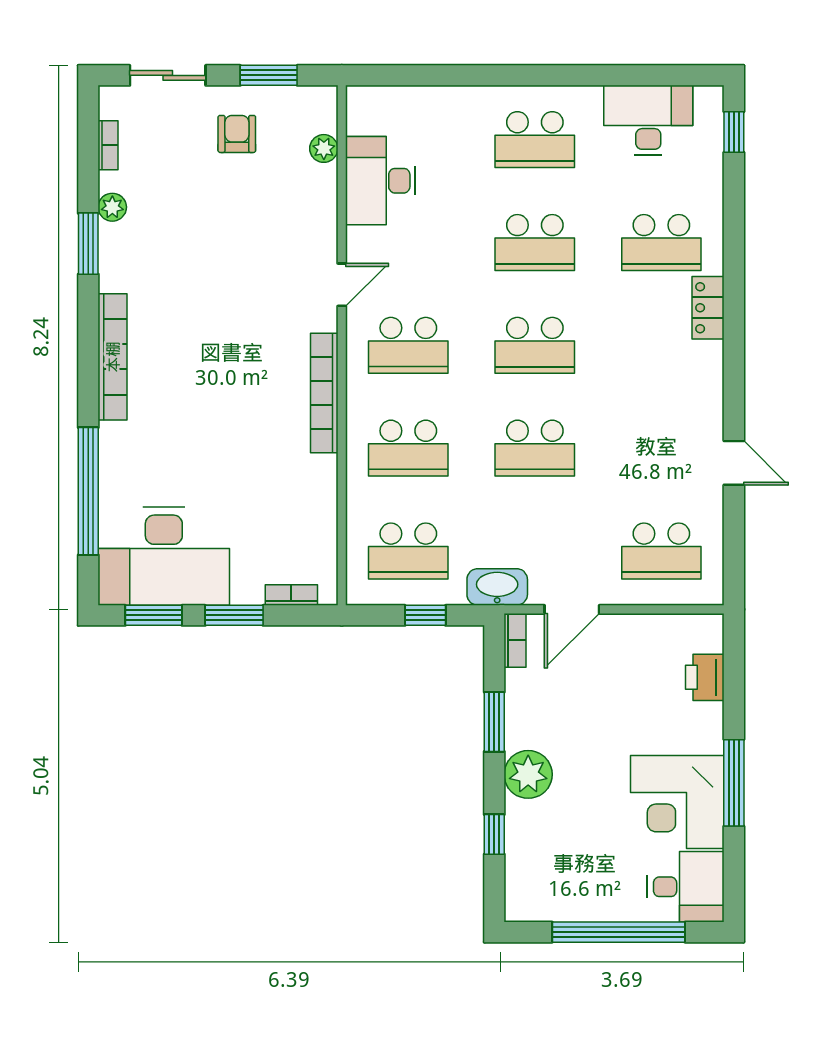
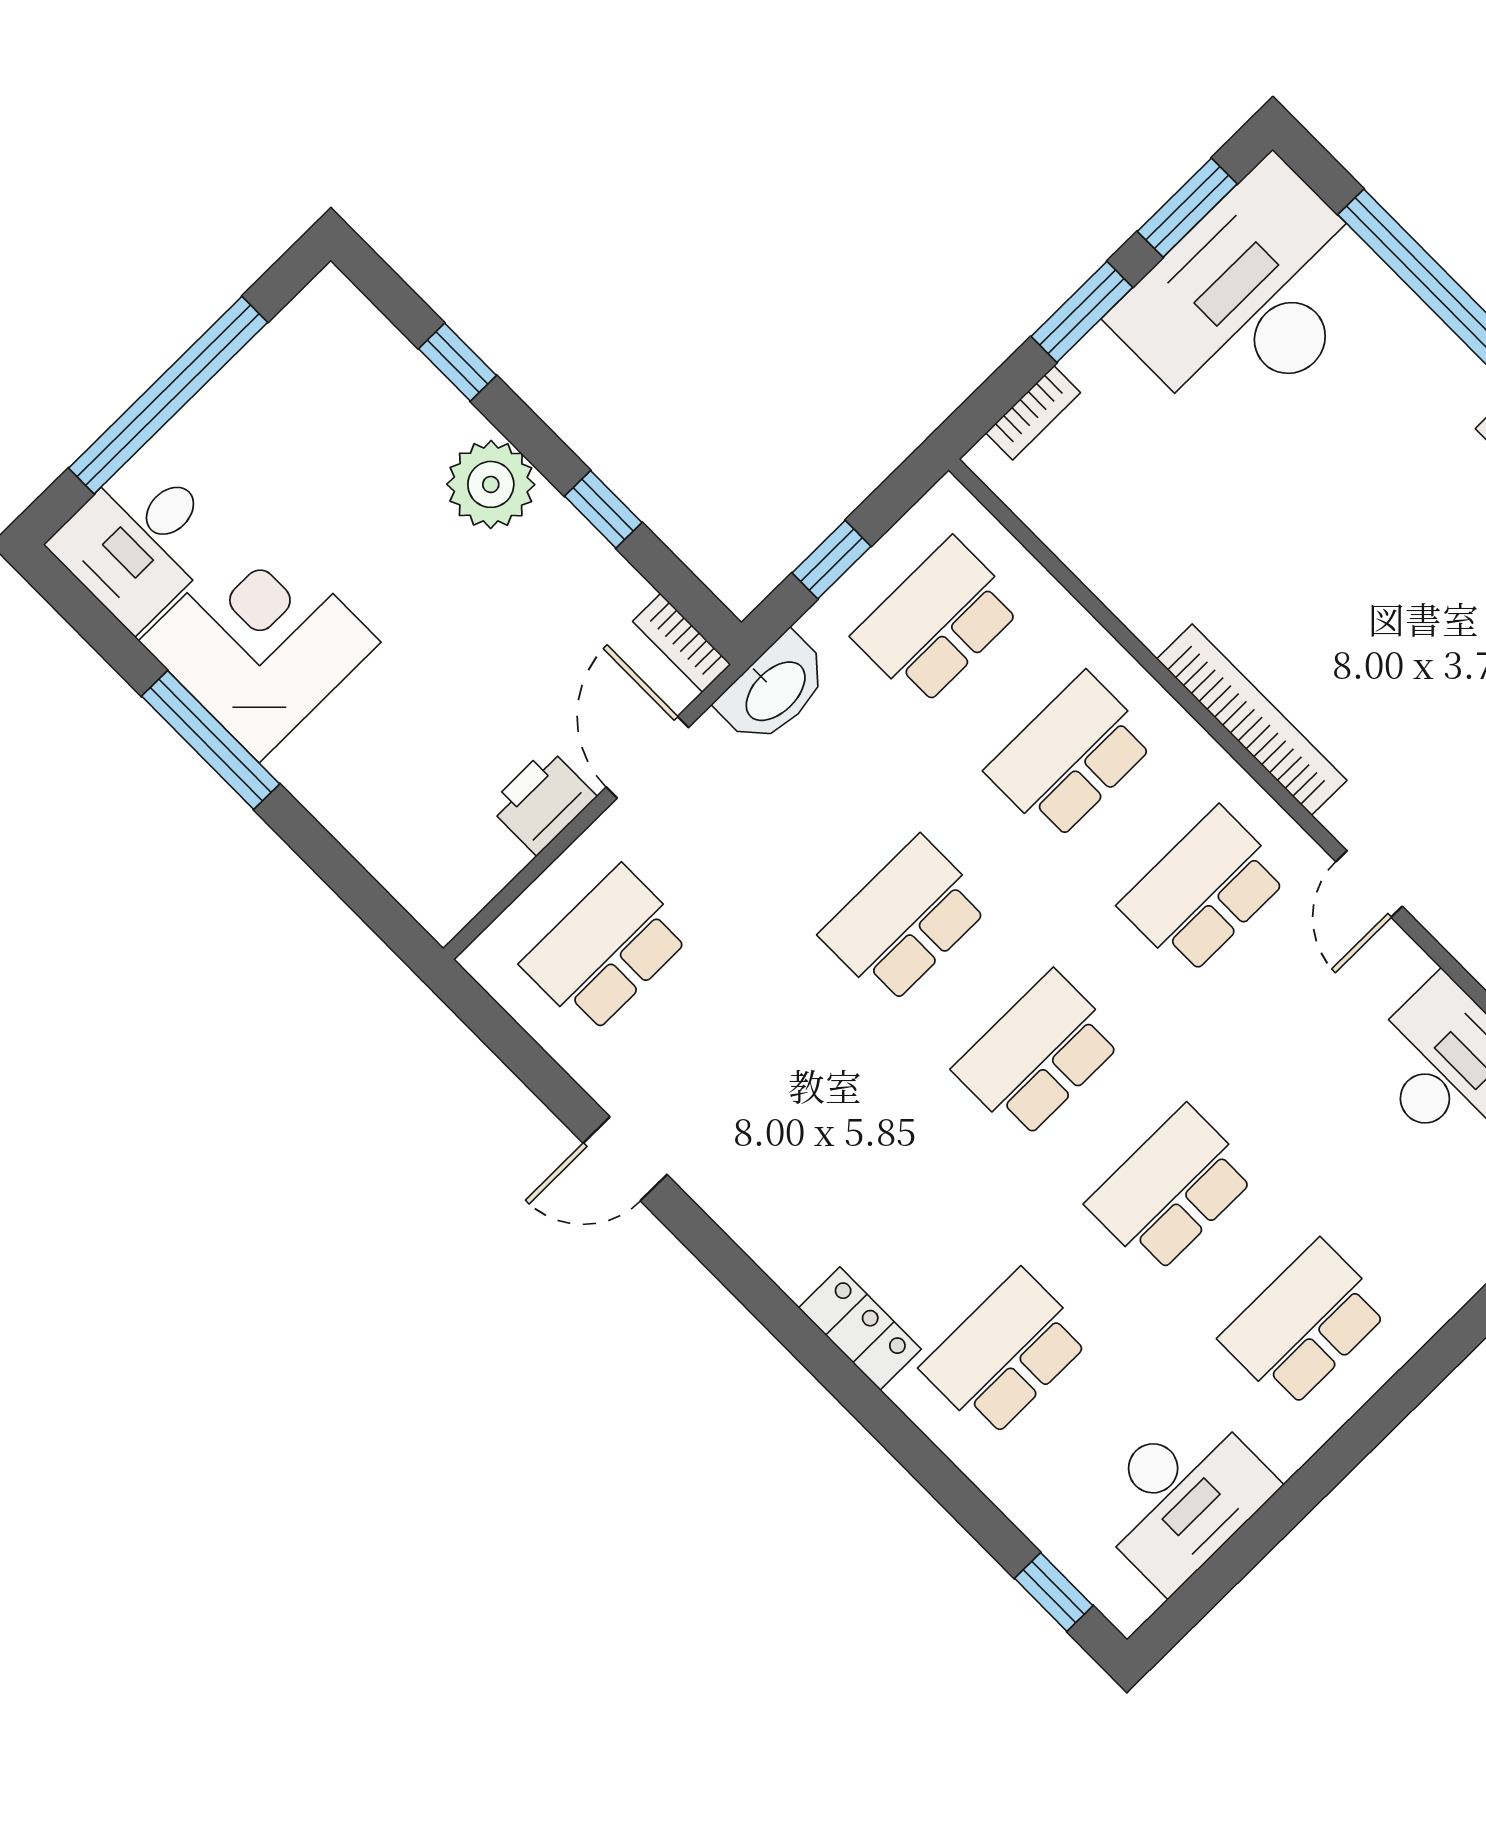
printer: (705, 677) -> (542, 801), moved, turned -90
window: (494, 722) -> (603, 509), width x0.67

